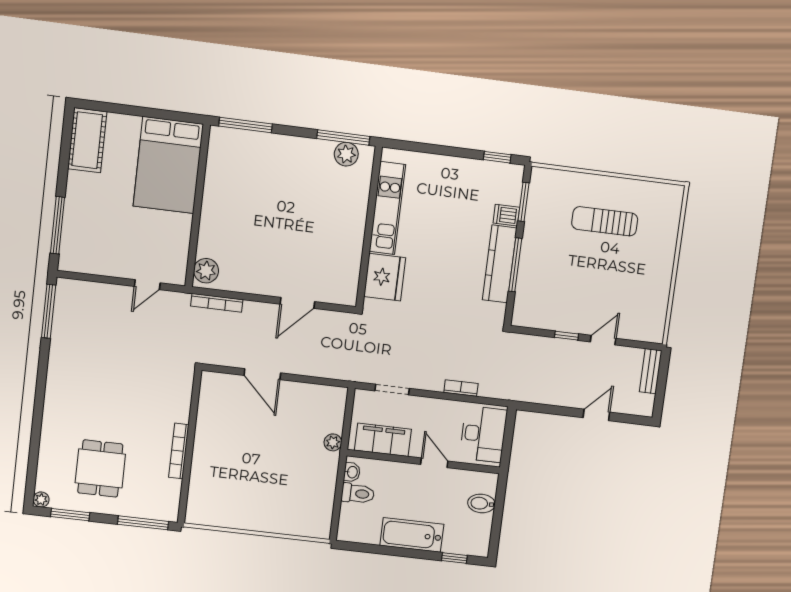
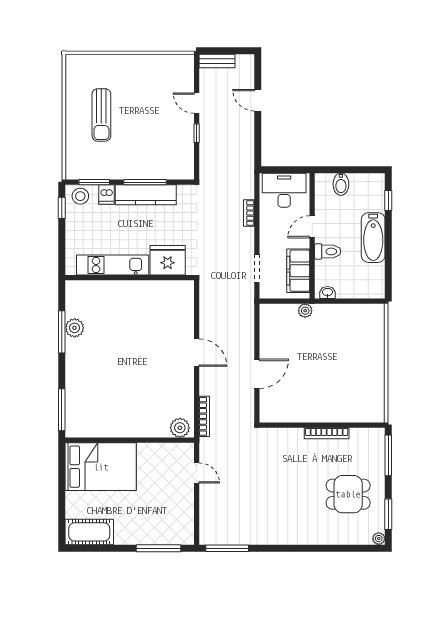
stool: (509, 182) -> (80, 196), added
kitchen unit: (387, 208) -> (113, 265), moved
wall: (369, 227) -> (130, 278), moved
fridge: (385, 277) -> (168, 260), moved
toilet: (358, 494) -> (328, 251), moved, turned 90

